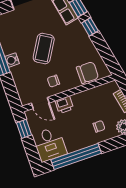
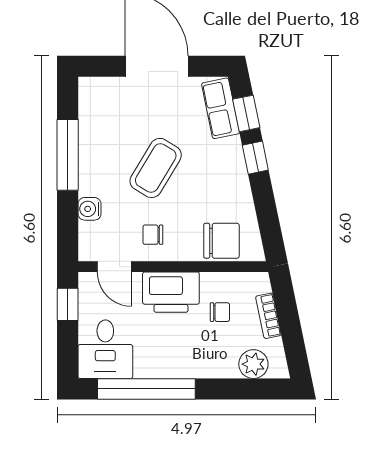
water cooler: (12, 60) -> (90, 209), moved
printer: (64, 105) -> (171, 292), width x1.87, depth x1.48
chair: (99, 126) -> (220, 312), moved

